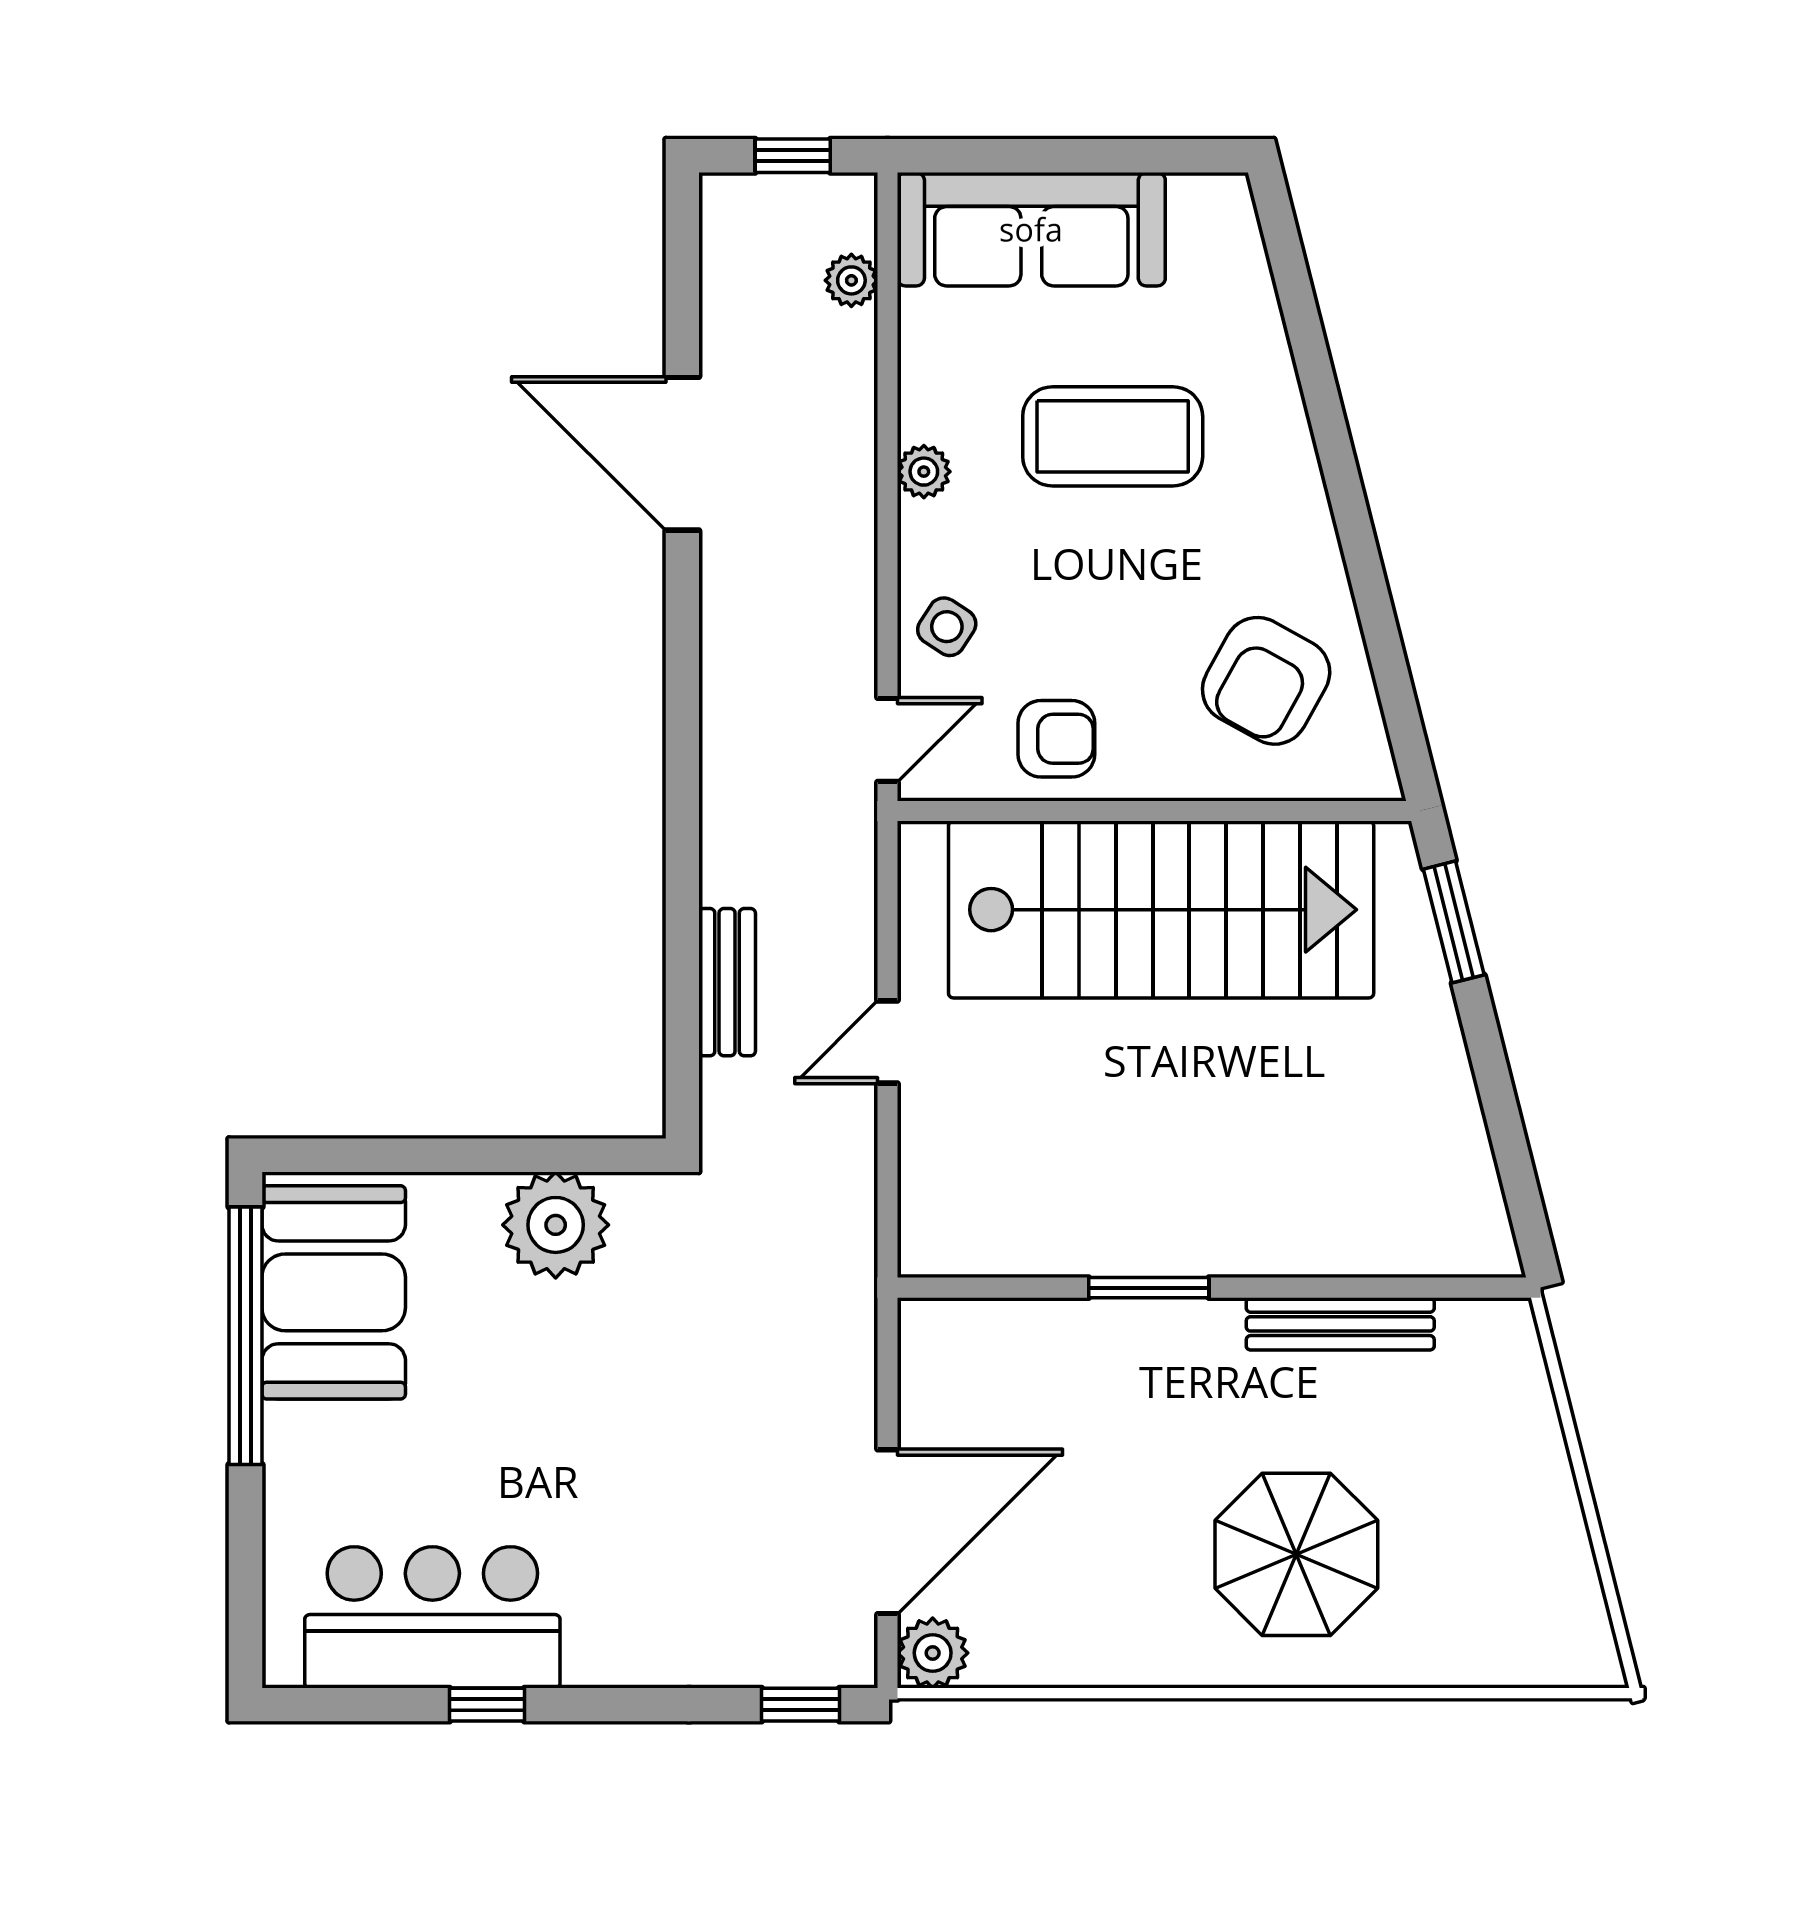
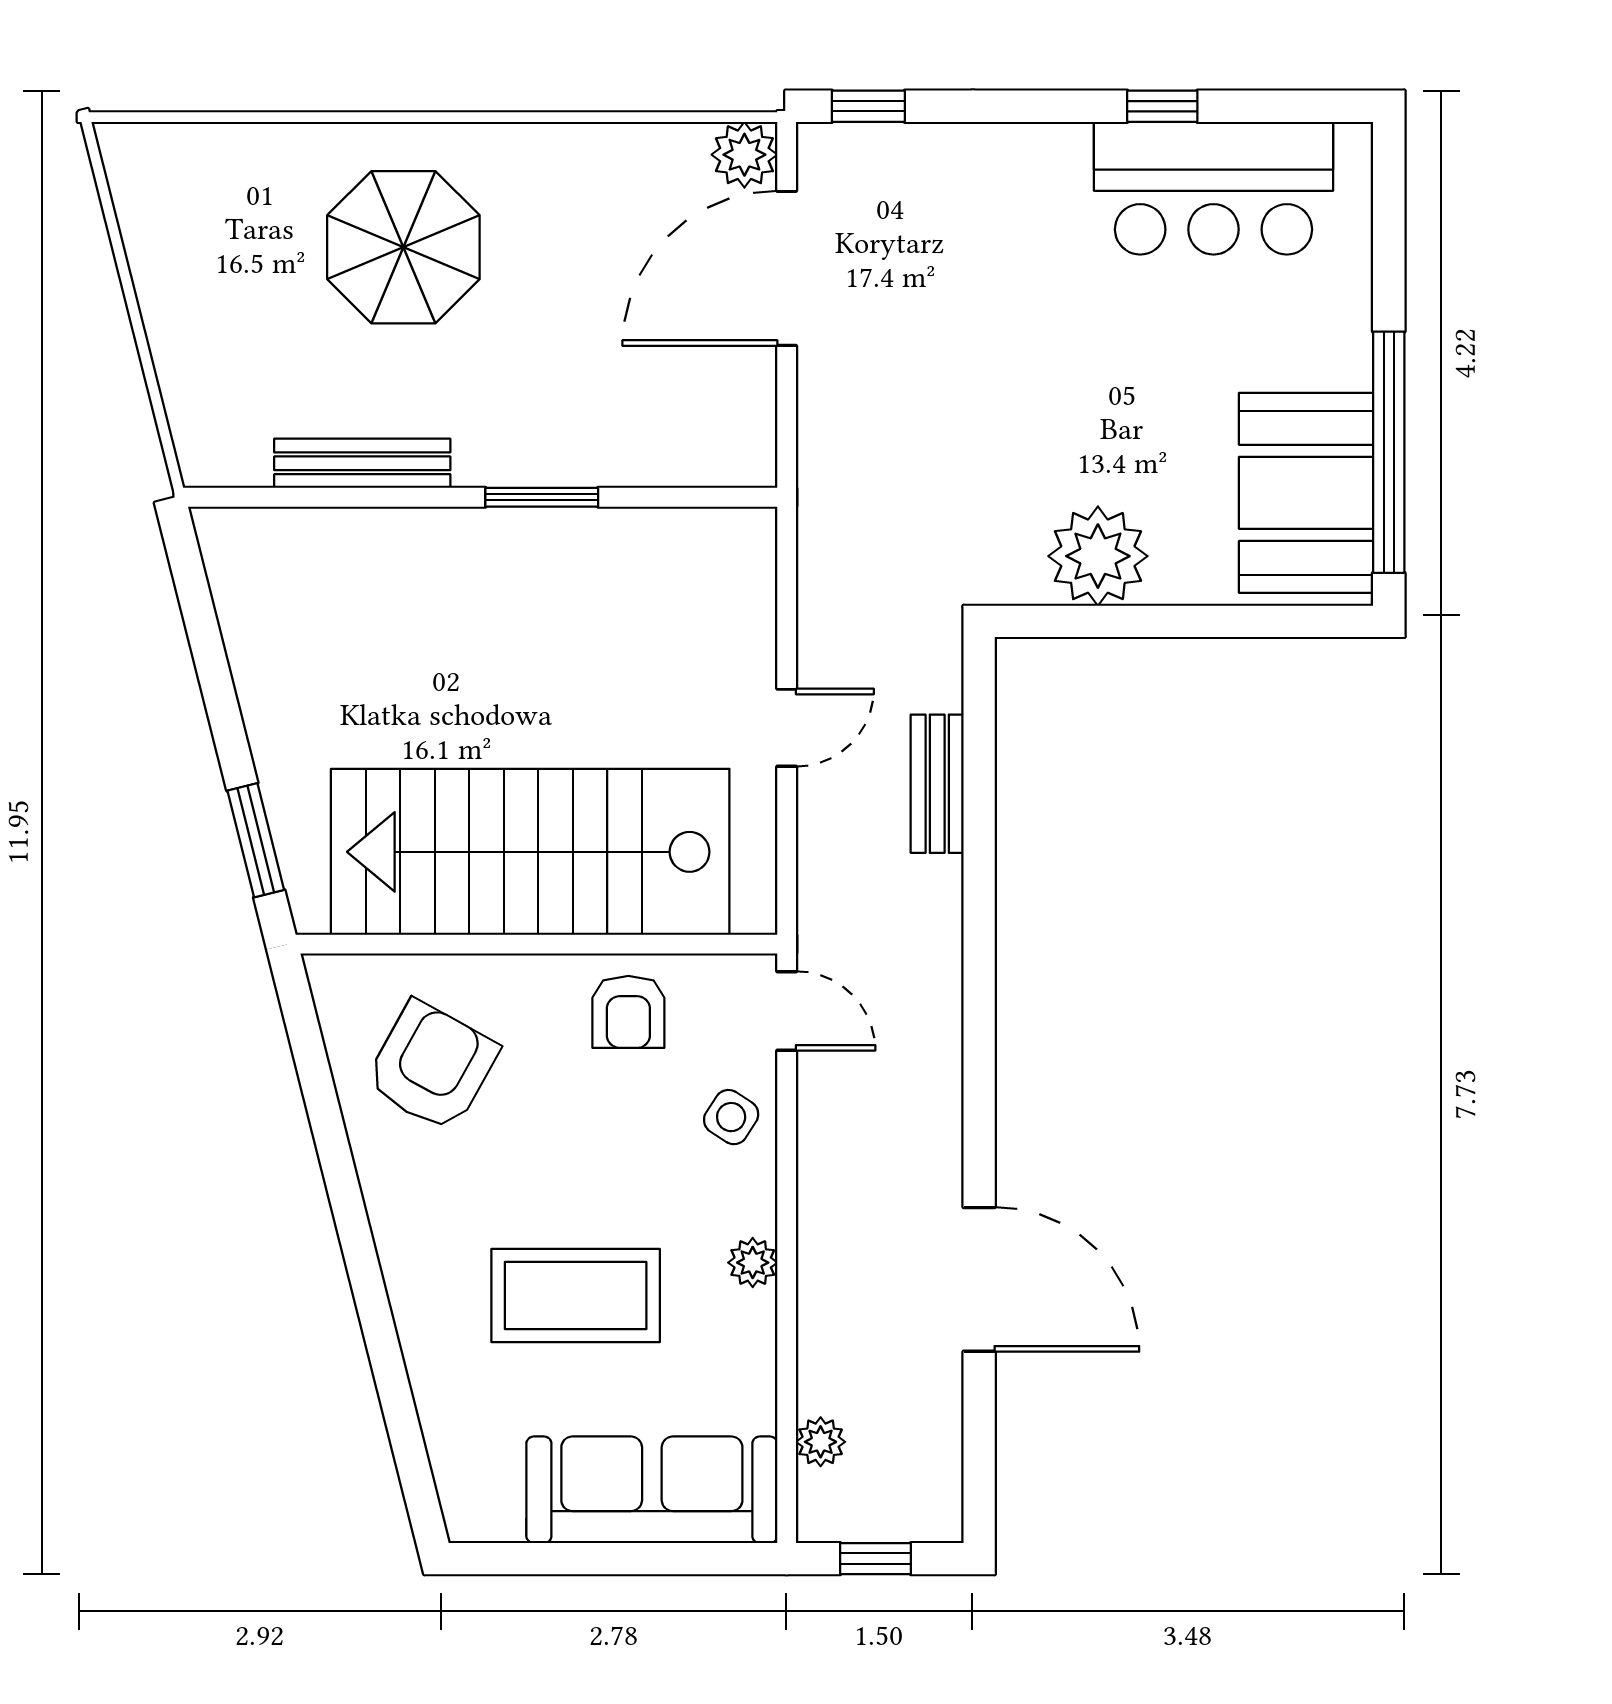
armchair: (1056, 739) -> (628, 1012), turned -90
door: (888, 740) -> (787, 1011), swing flipped

